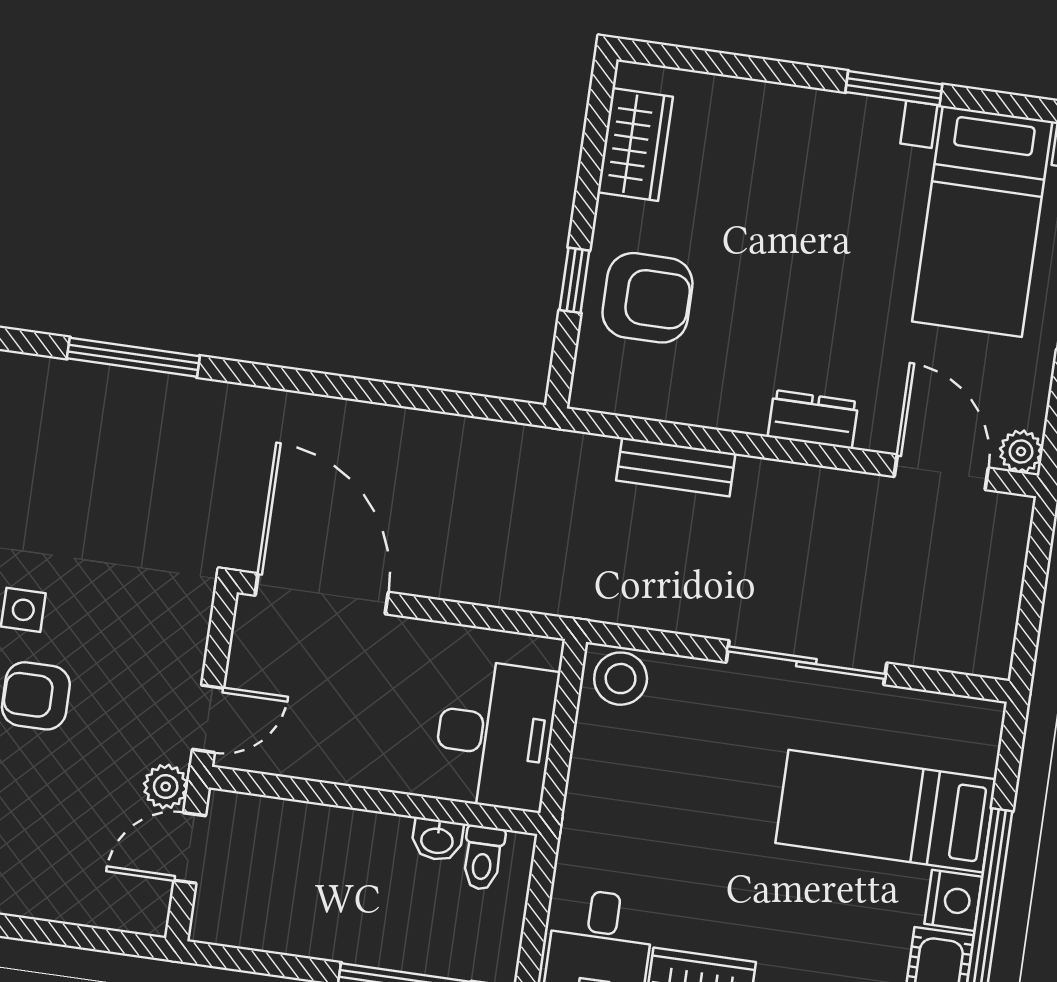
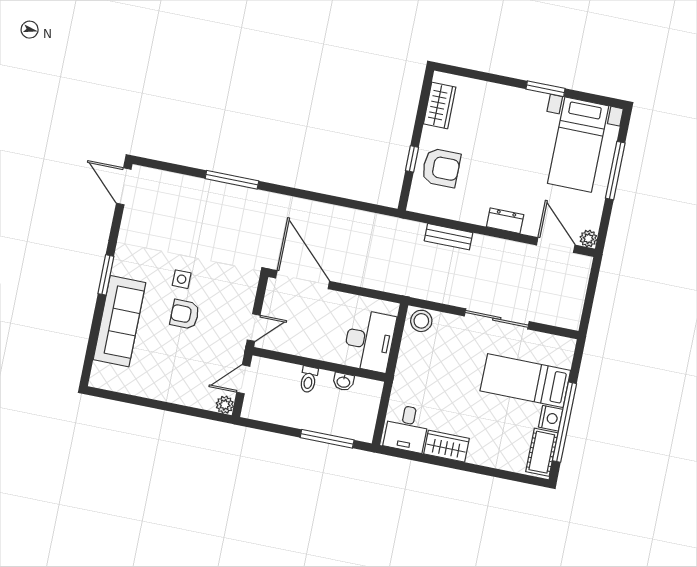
plant: (166, 787) -> (225, 405), moved
toilet: (483, 858) -> (309, 379), moved

